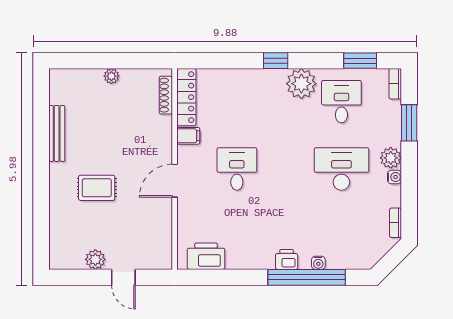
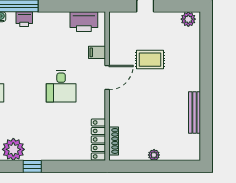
filing cabinet: (188, 136) -> (97, 52), moved
rug: (97, 188) -> (150, 60), moved
plant: (95, 259) -> (188, 19), moved

